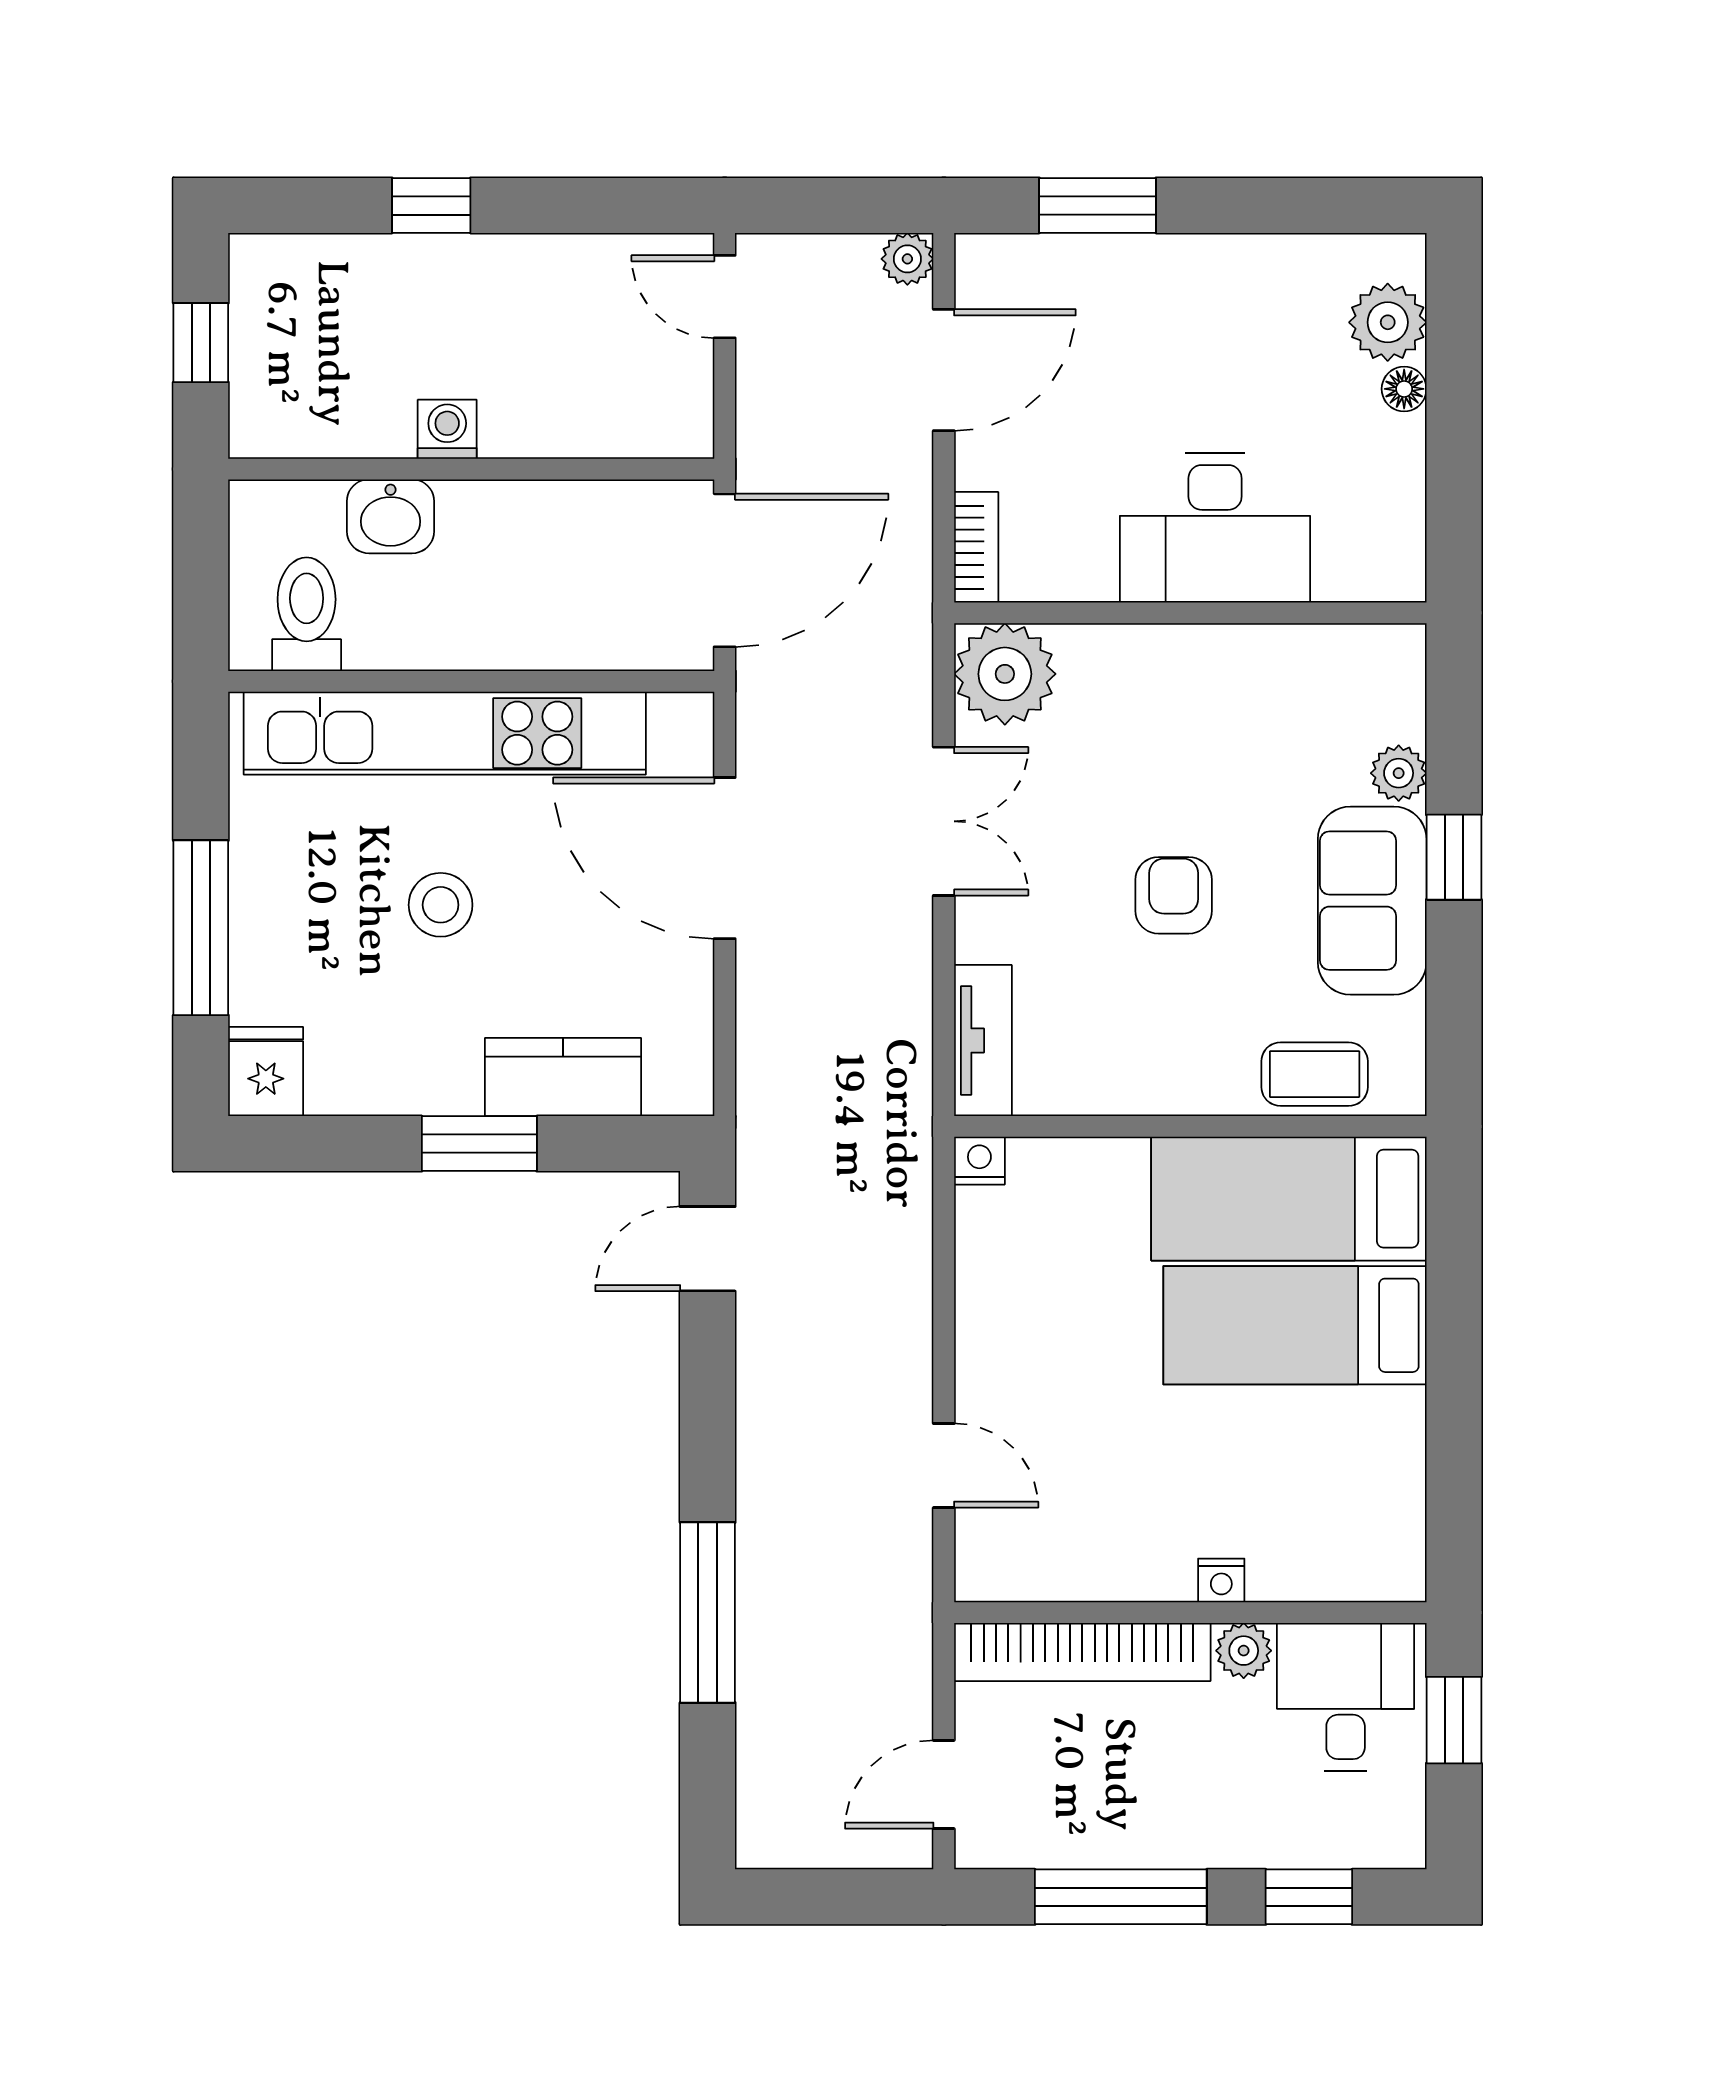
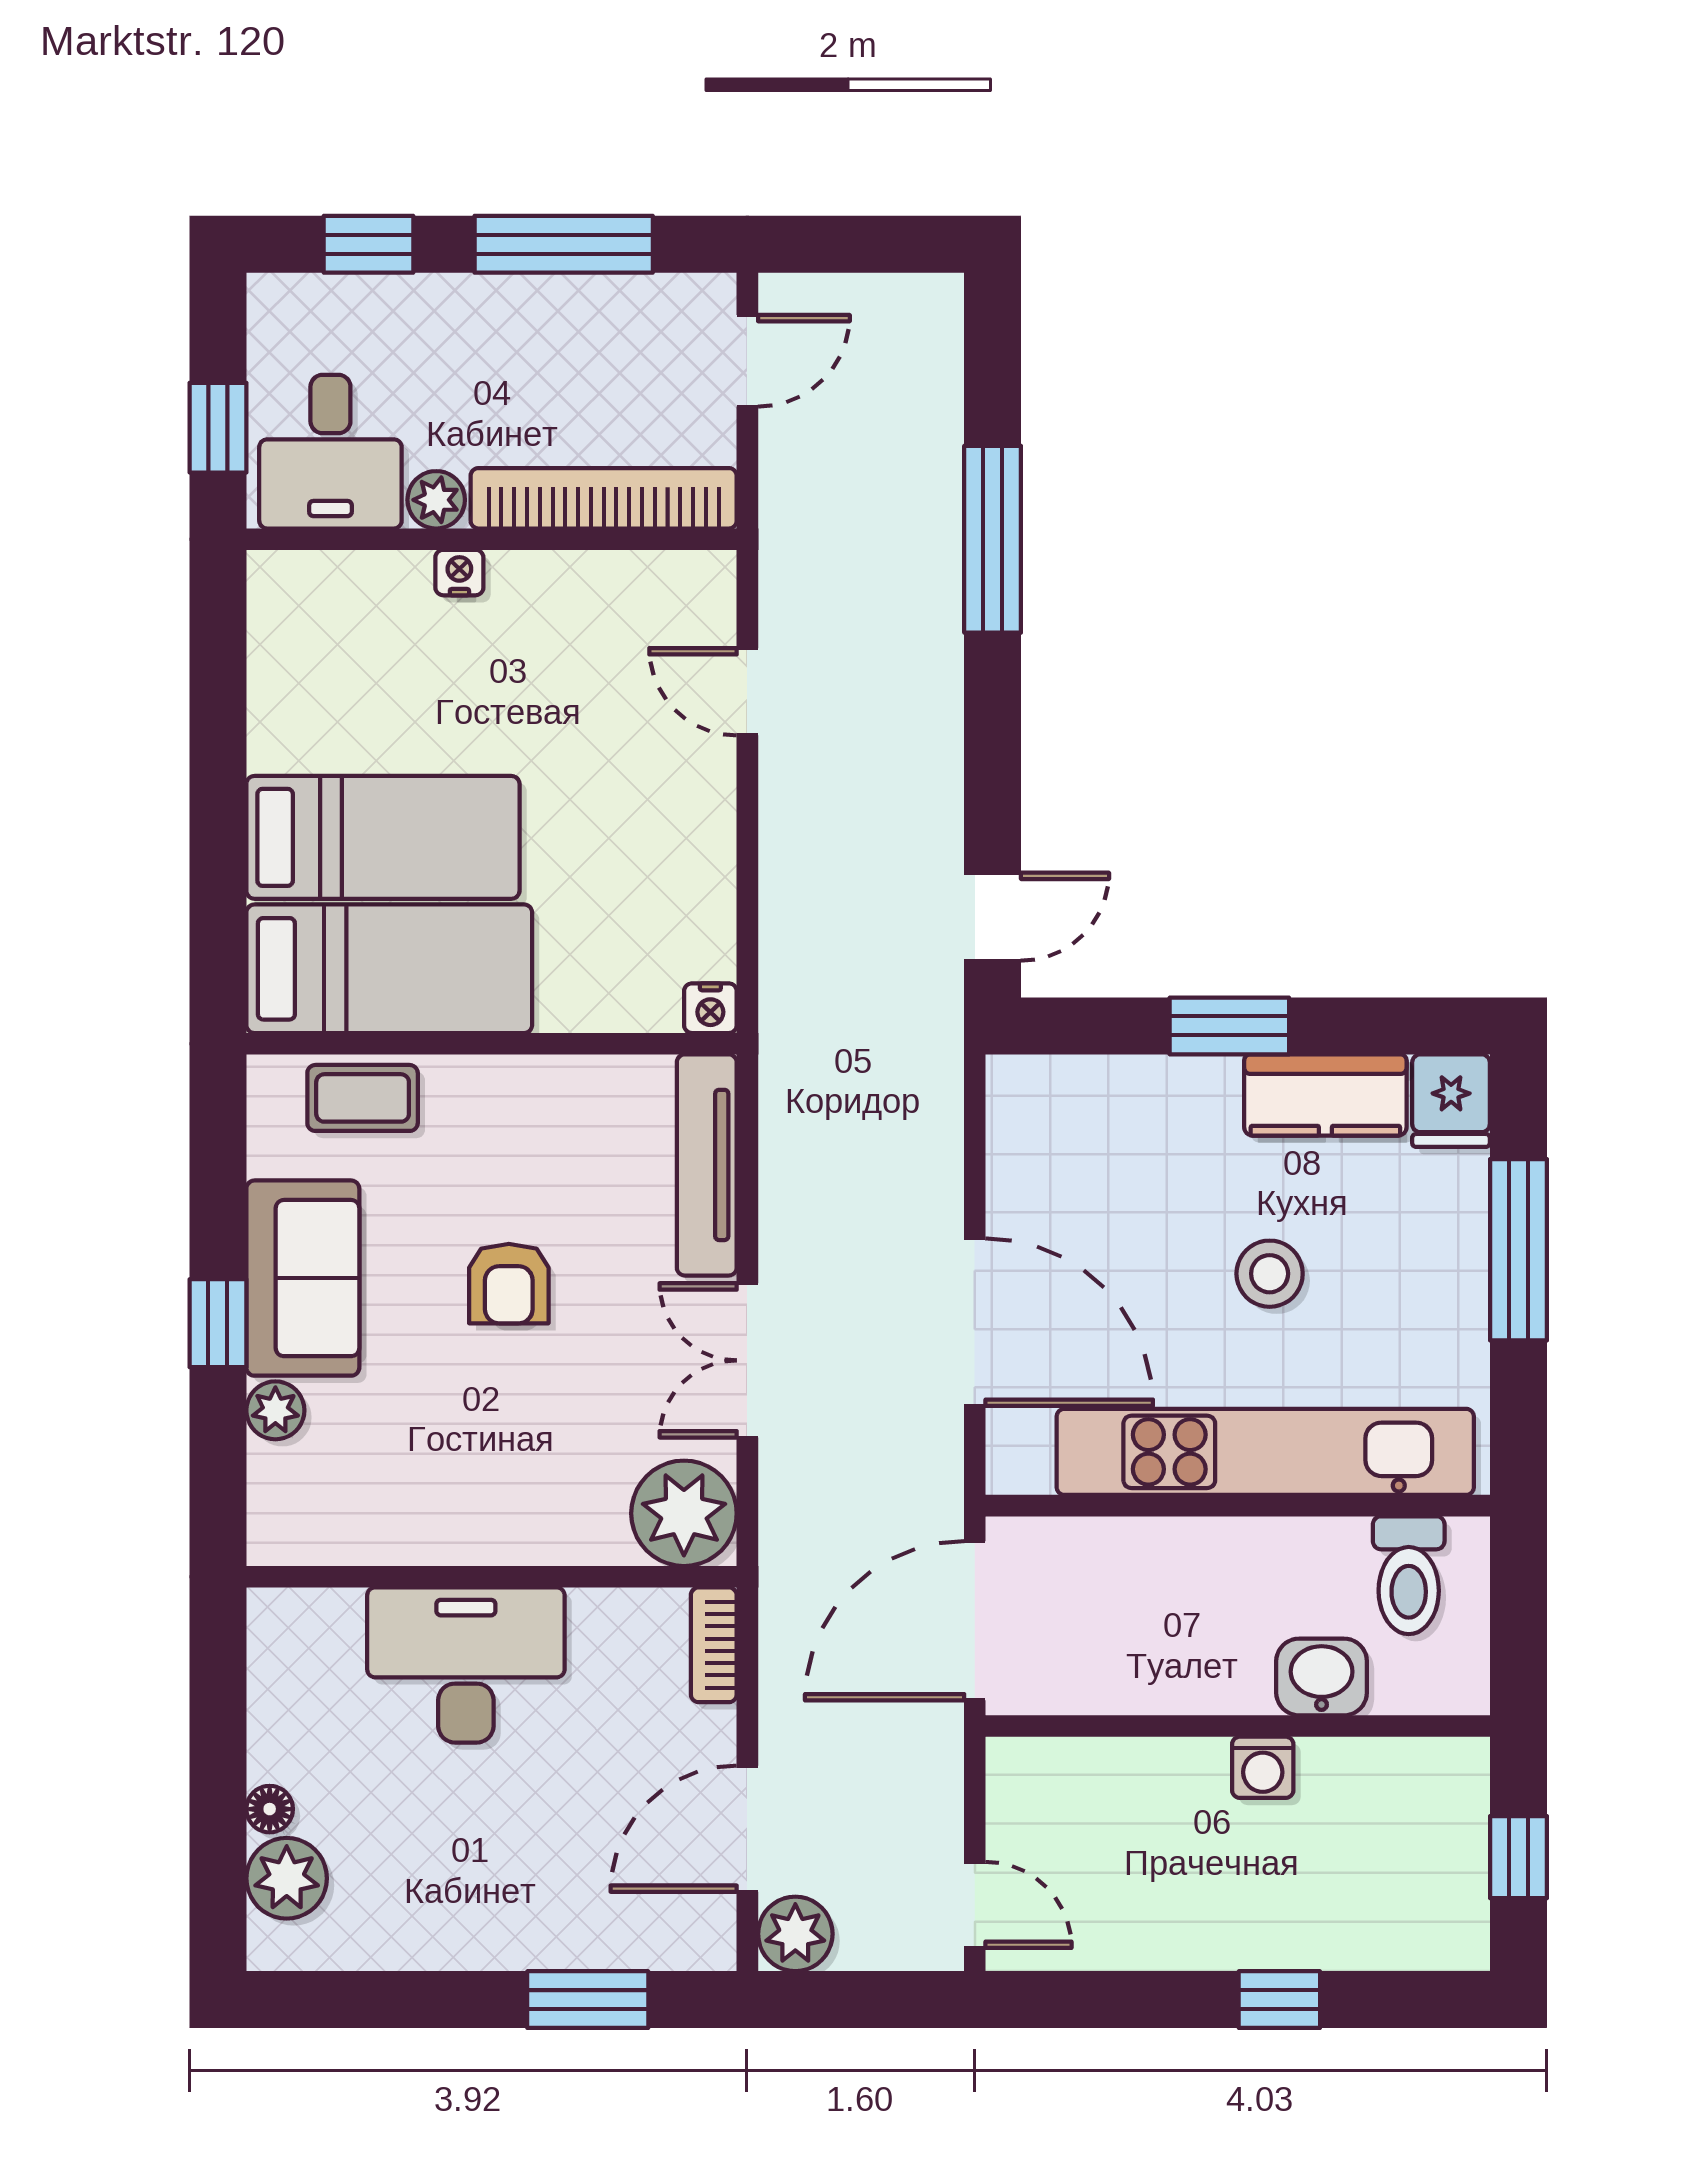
plant: (907, 259) -> (795, 1934), width x1.38, depth x1.38
tv unit: (983, 1041) -> (707, 1165), width x1.41
kitchen counter: (563, 1077) -> (1325, 1095), moved

